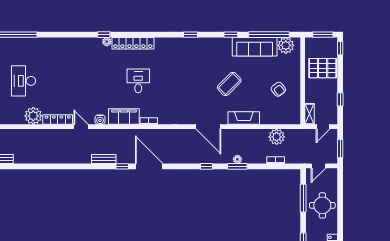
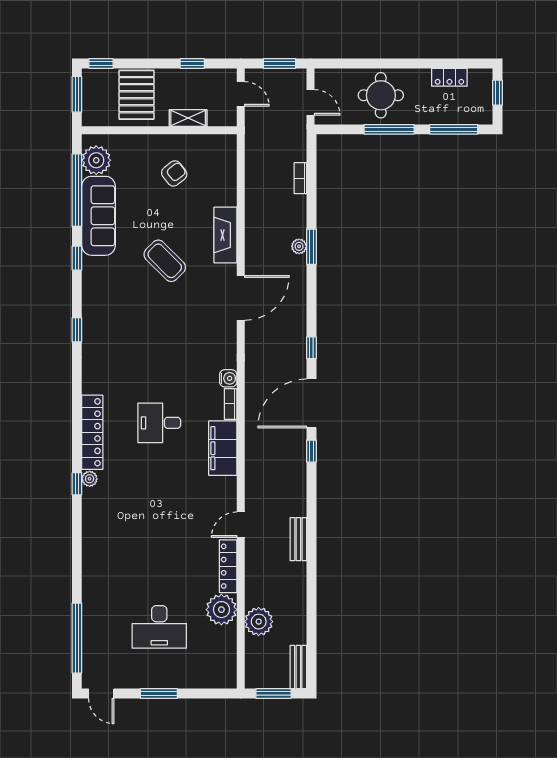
shelving: (309, 114) -> (188, 118), moved
water cooler: (100, 120) -> (228, 378), moved
plant: (277, 137) -> (259, 622), moved
bench: (104, 159) -> (298, 539), moved
window: (207, 166) -> (311, 348), moved
window: (303, 198) -> (389, 129), moved

